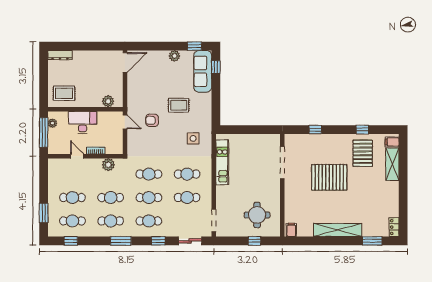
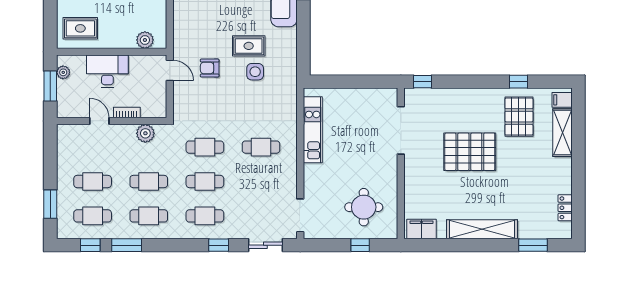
window: (315, 130) -> (423, 82), moved
window: (44, 133) -> (50, 86), width x0.69
side table: (193, 138) -> (255, 72), moved
cafe table: (187, 198) -> (261, 181), removed
locker: (394, 227) -> (565, 208), moved
filing cabinet: (291, 230) -> (422, 229), width x2.00
window: (121, 241) -> (127, 245), moved

